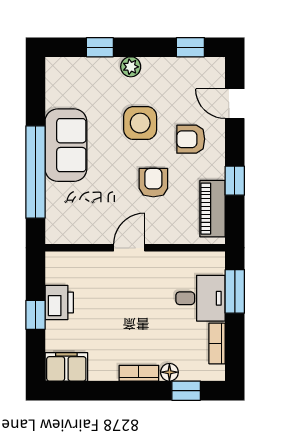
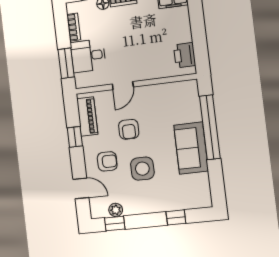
plant: (131, 67) -> (116, 210), moved
door: (129, 248) -> (123, 86), moved
printer: (59, 303) -> (184, 55), moved
window: (35, 315) -> (198, 30), removed

